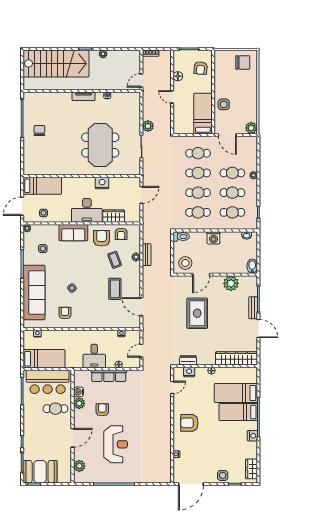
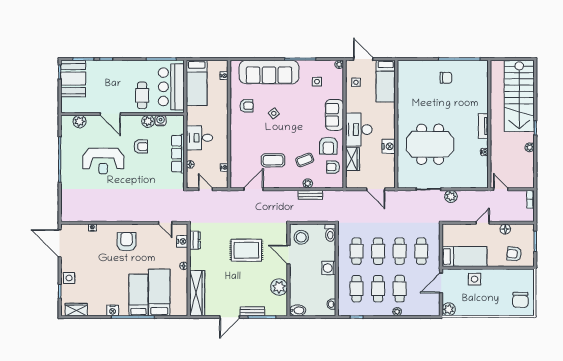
armchair: (102, 238) -> (328, 146), turned 90

